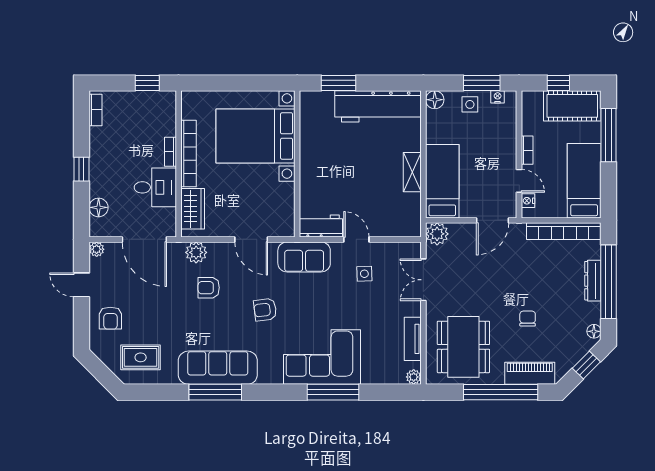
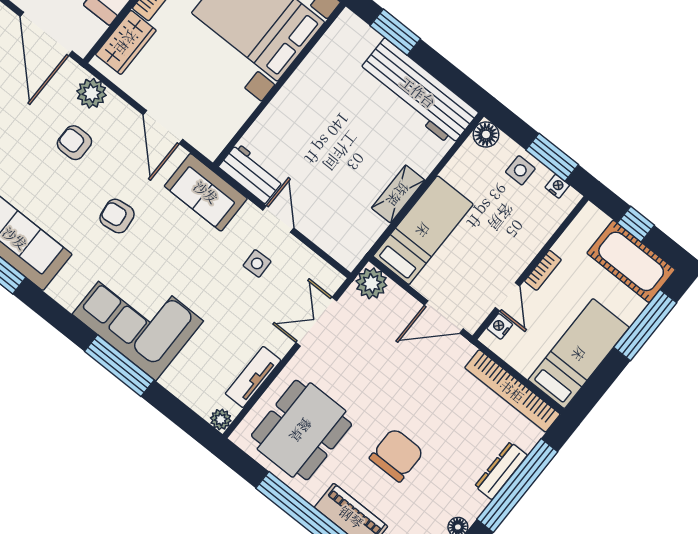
chair: (528, 319) -> (396, 455), width x1.87, depth x1.87

